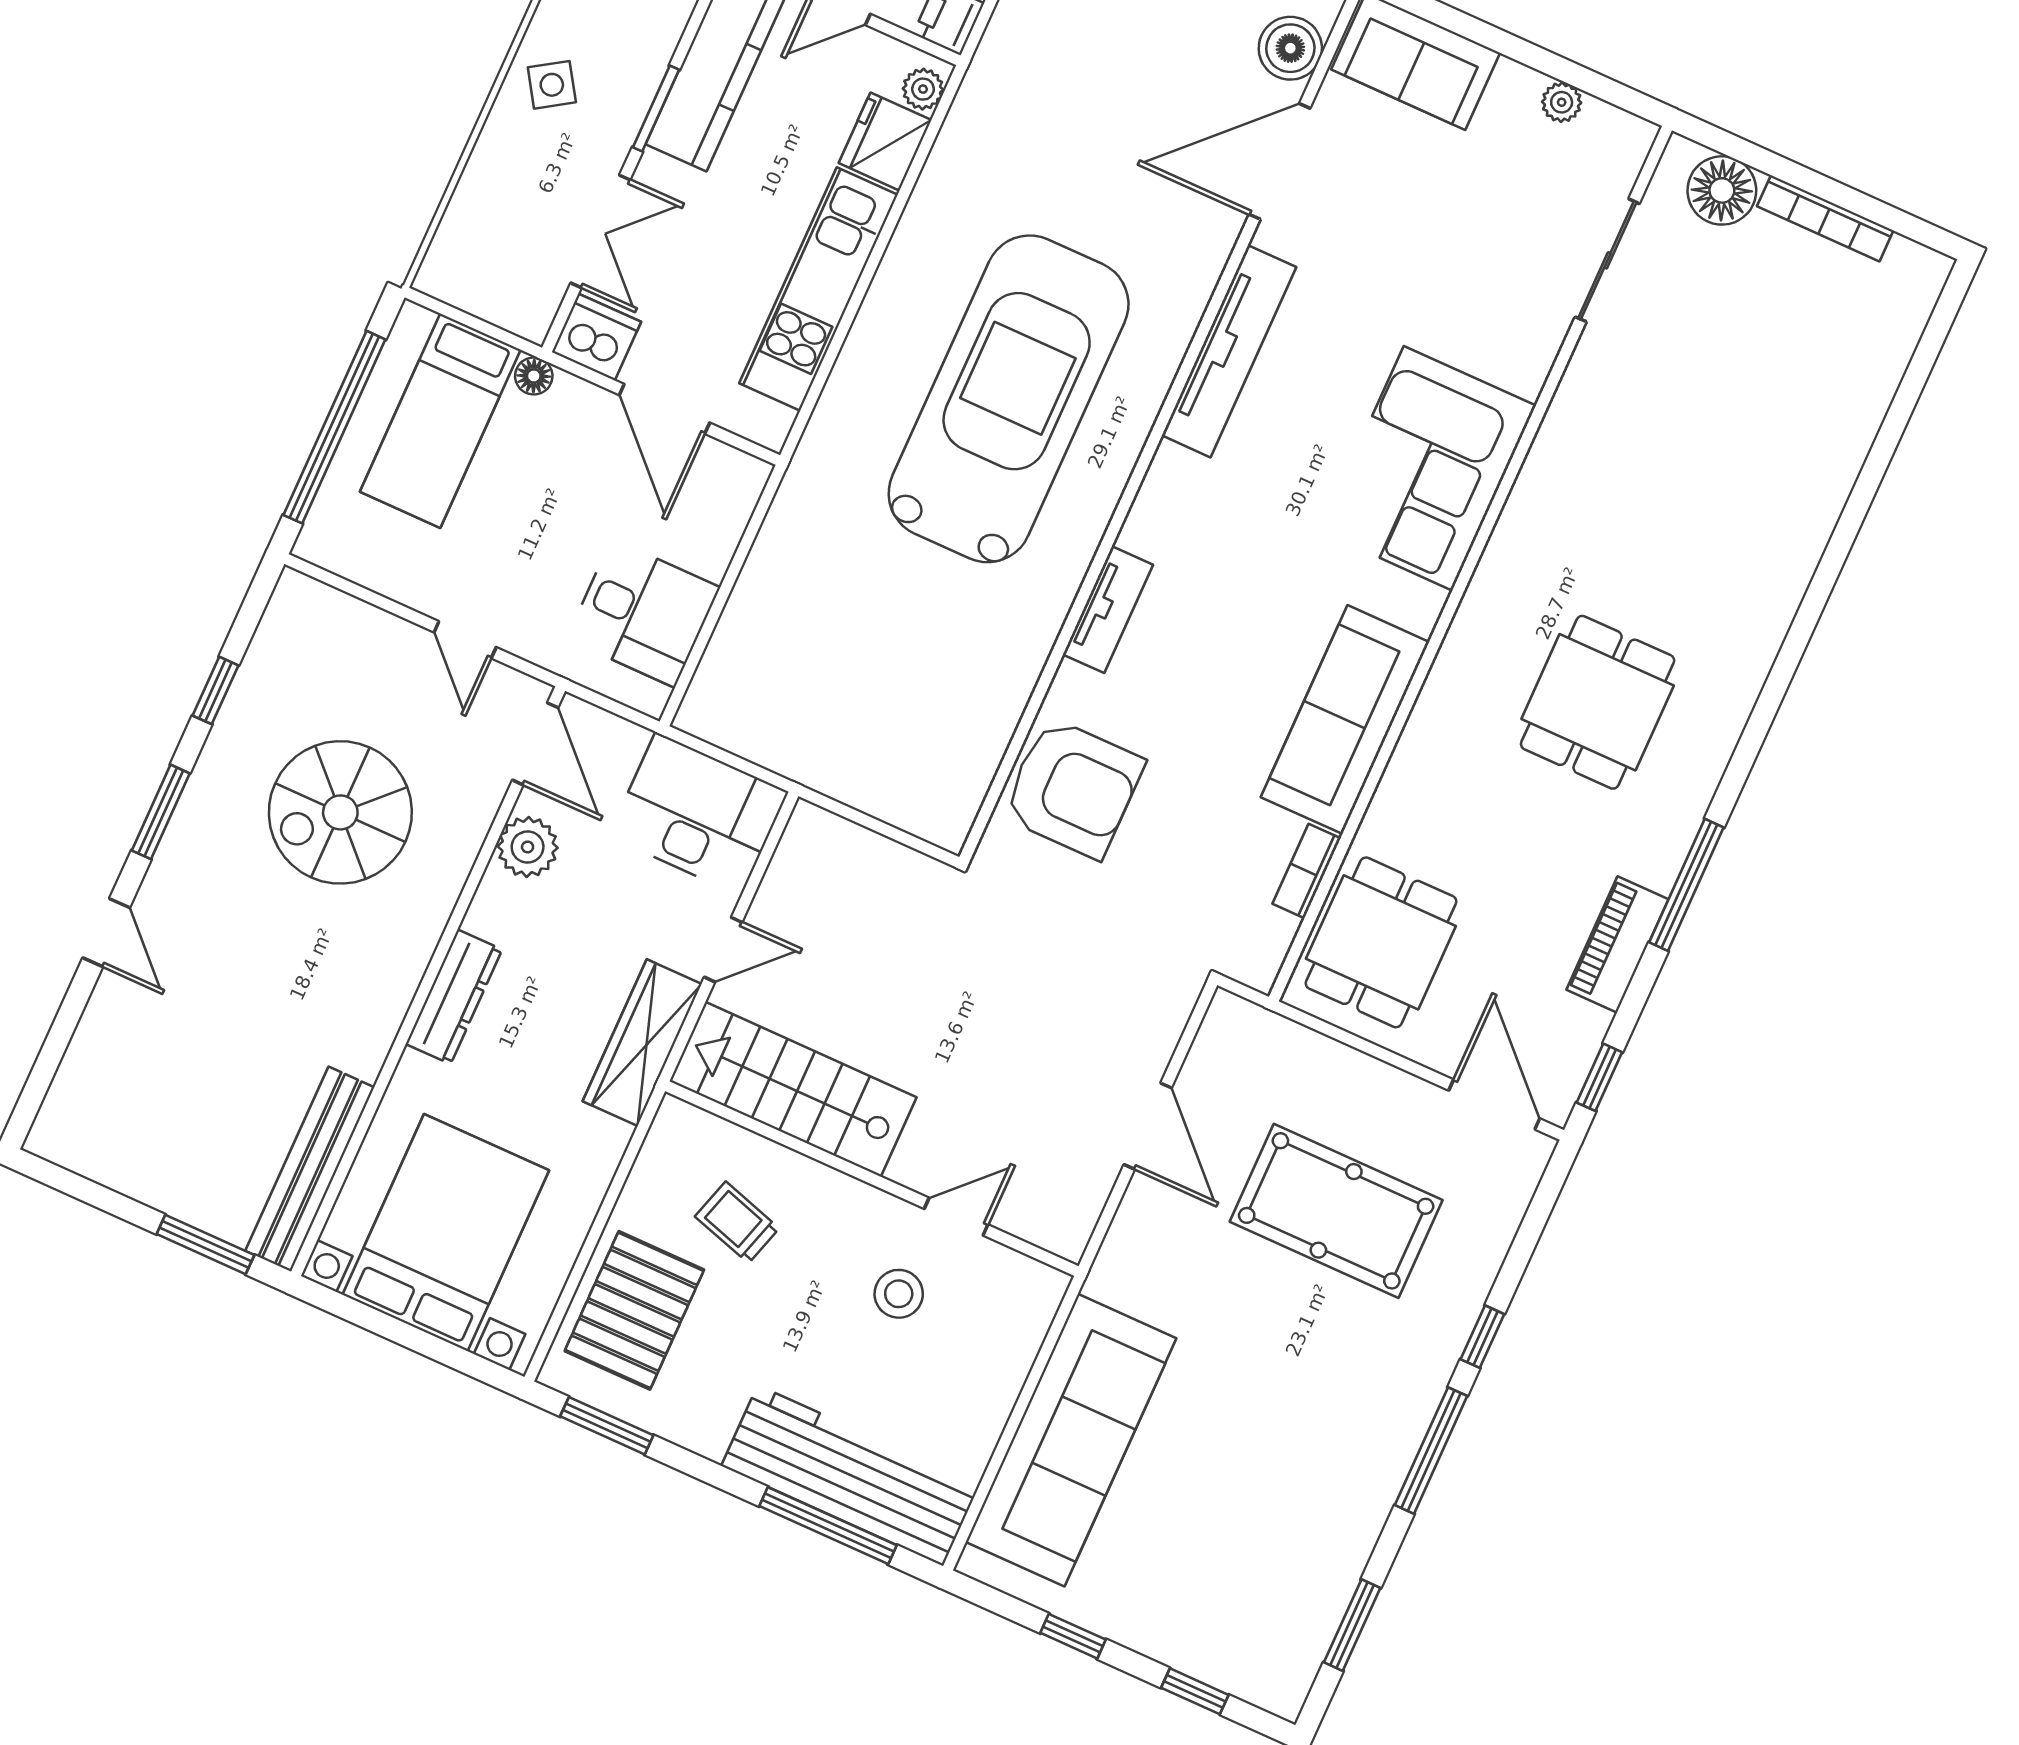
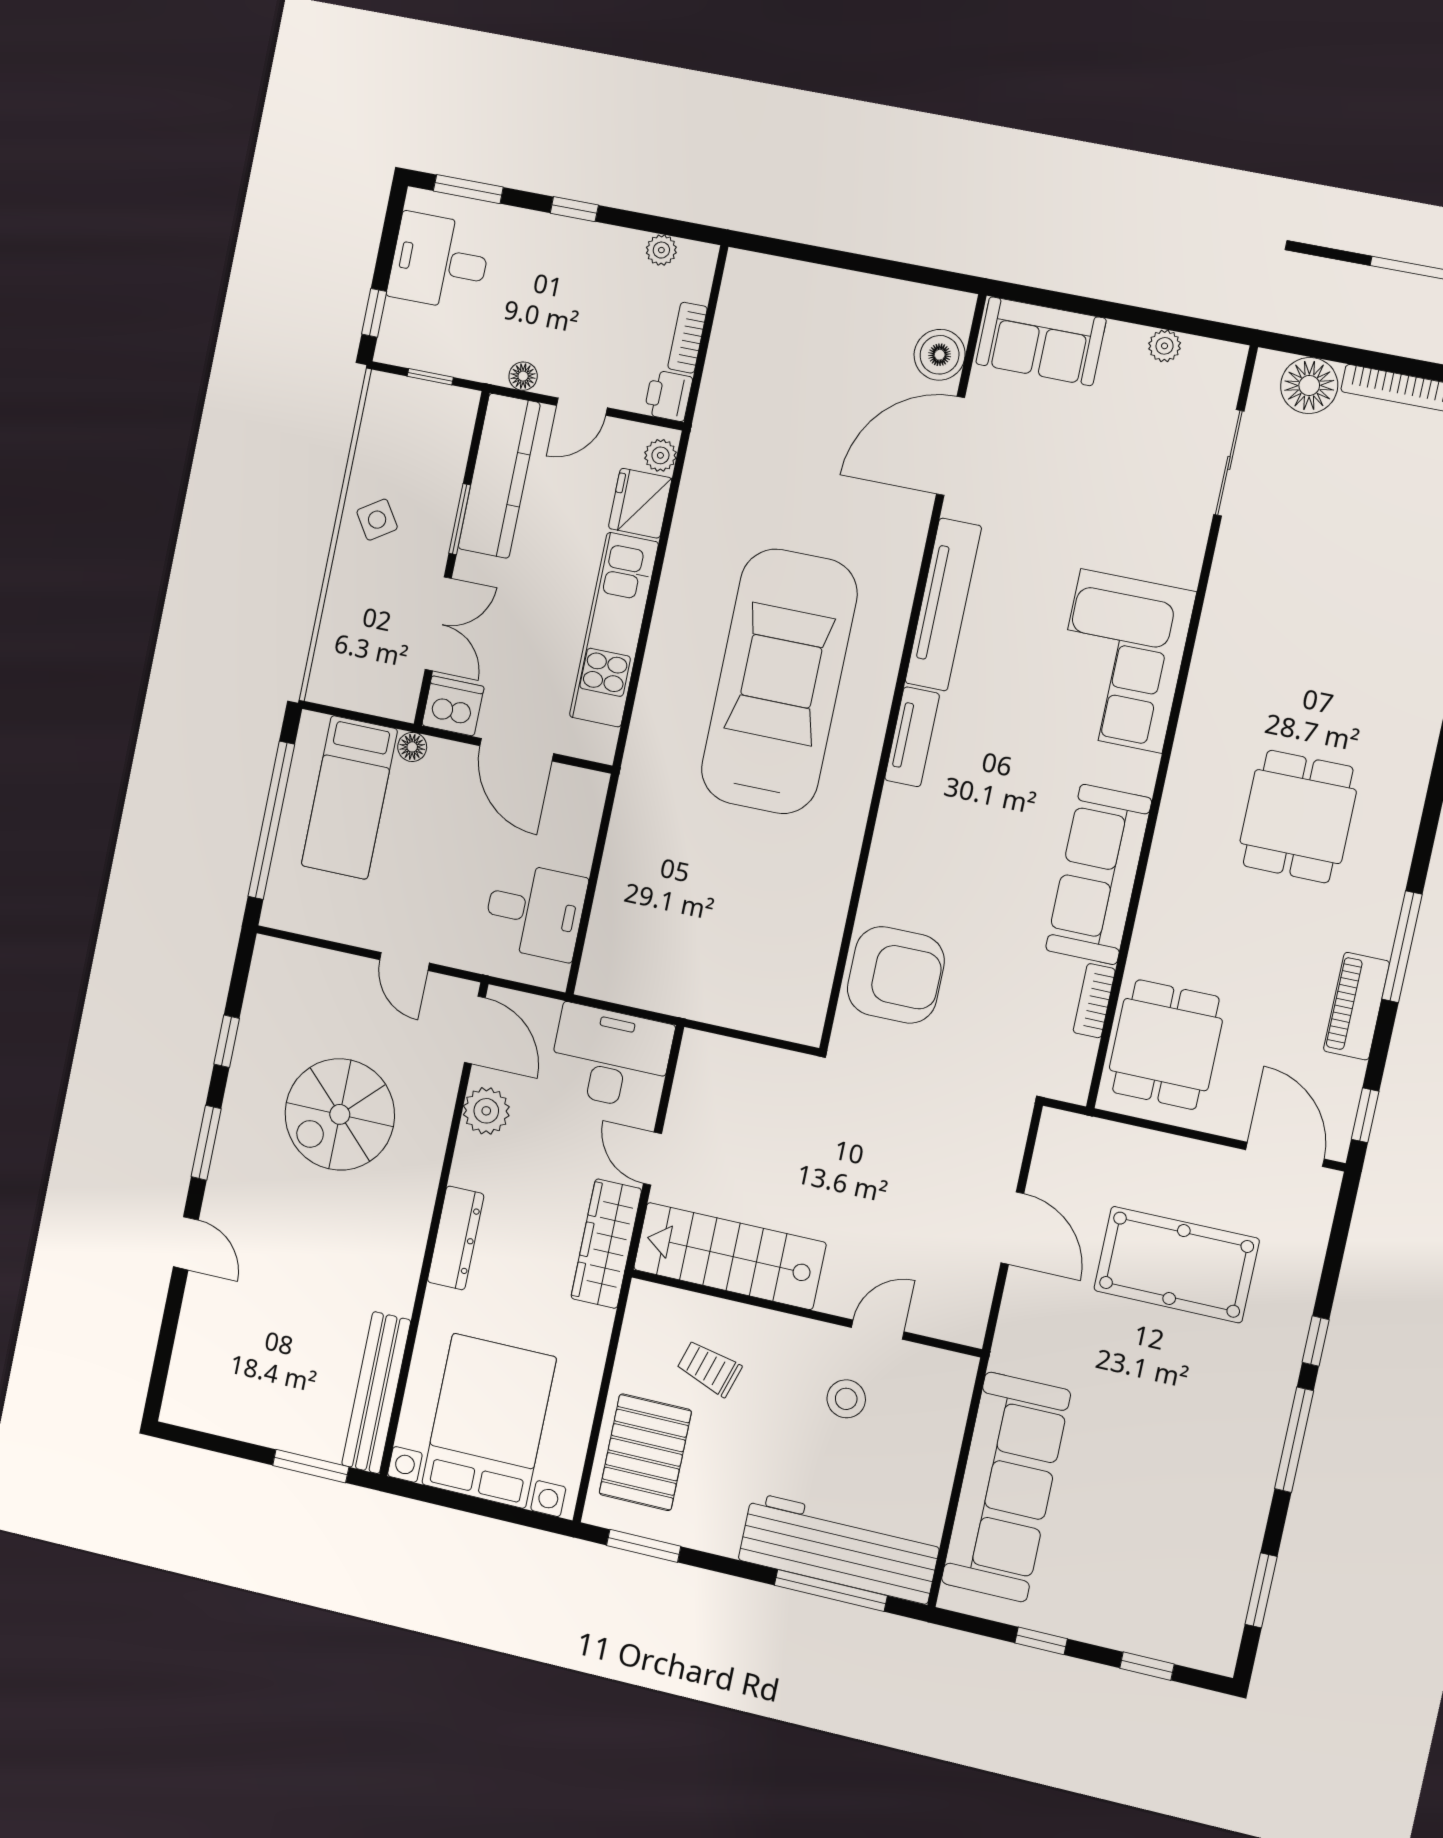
tv unit: (1108, 610) -> (912, 737), moved
door: (723, 950) -> (652, 1159), swing flipped

